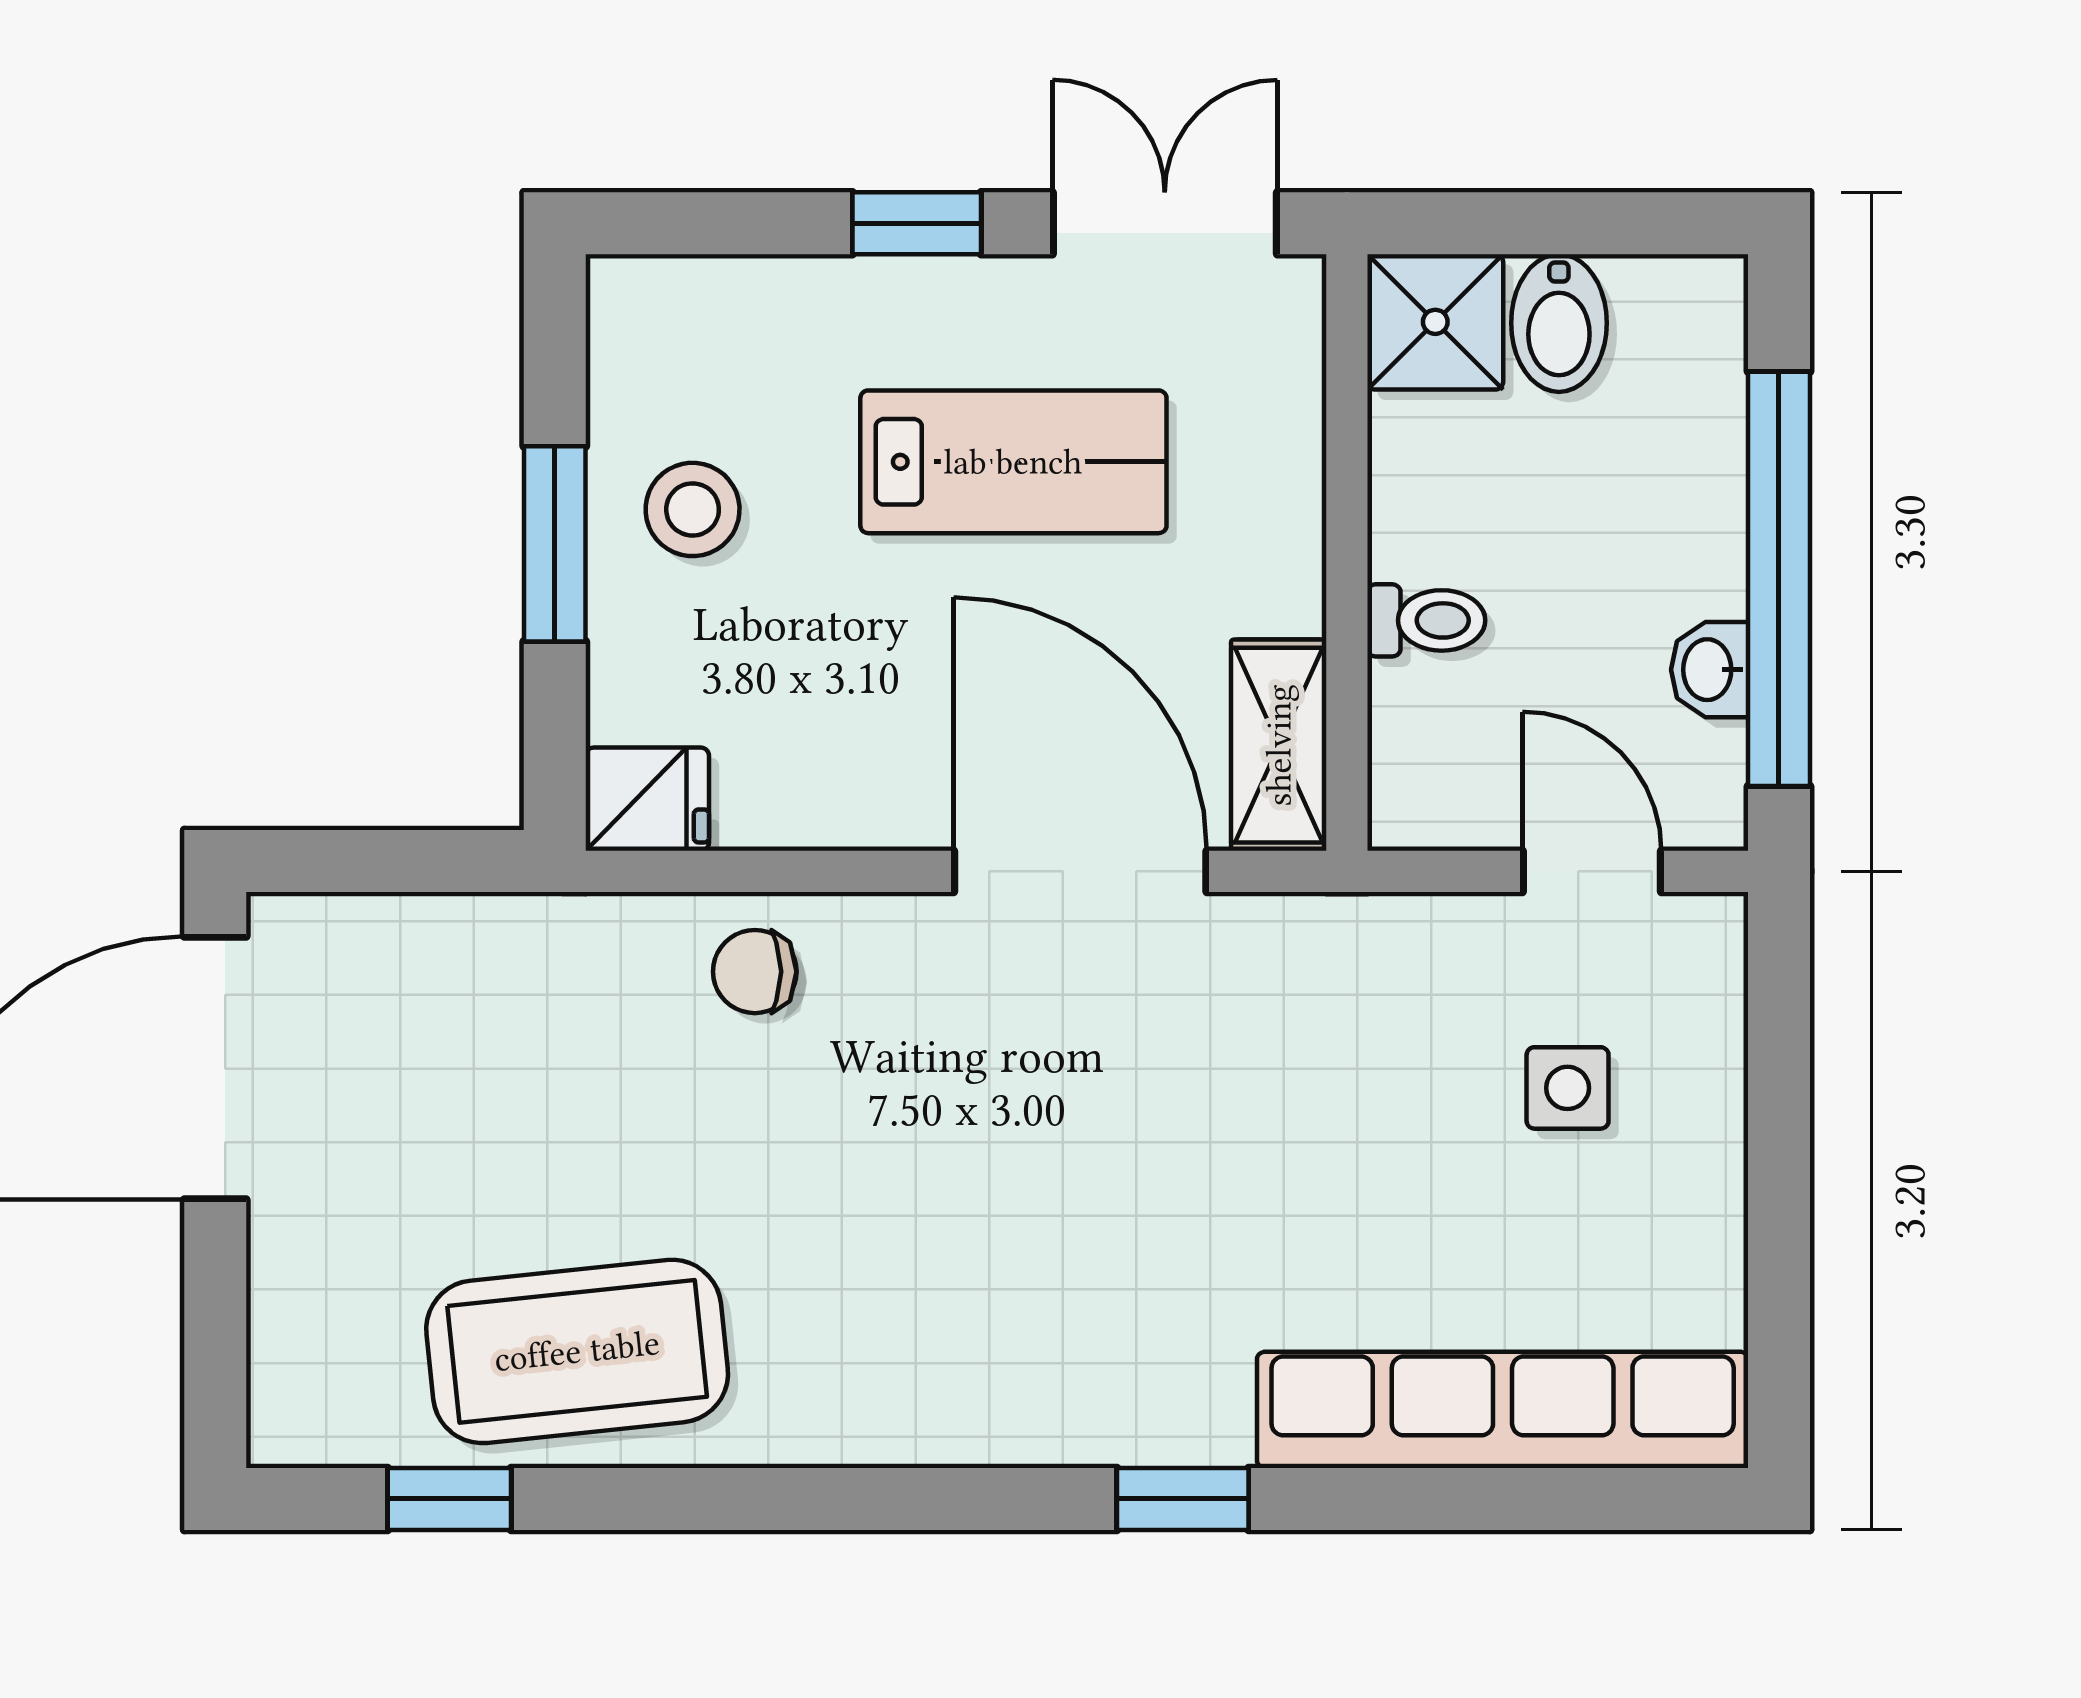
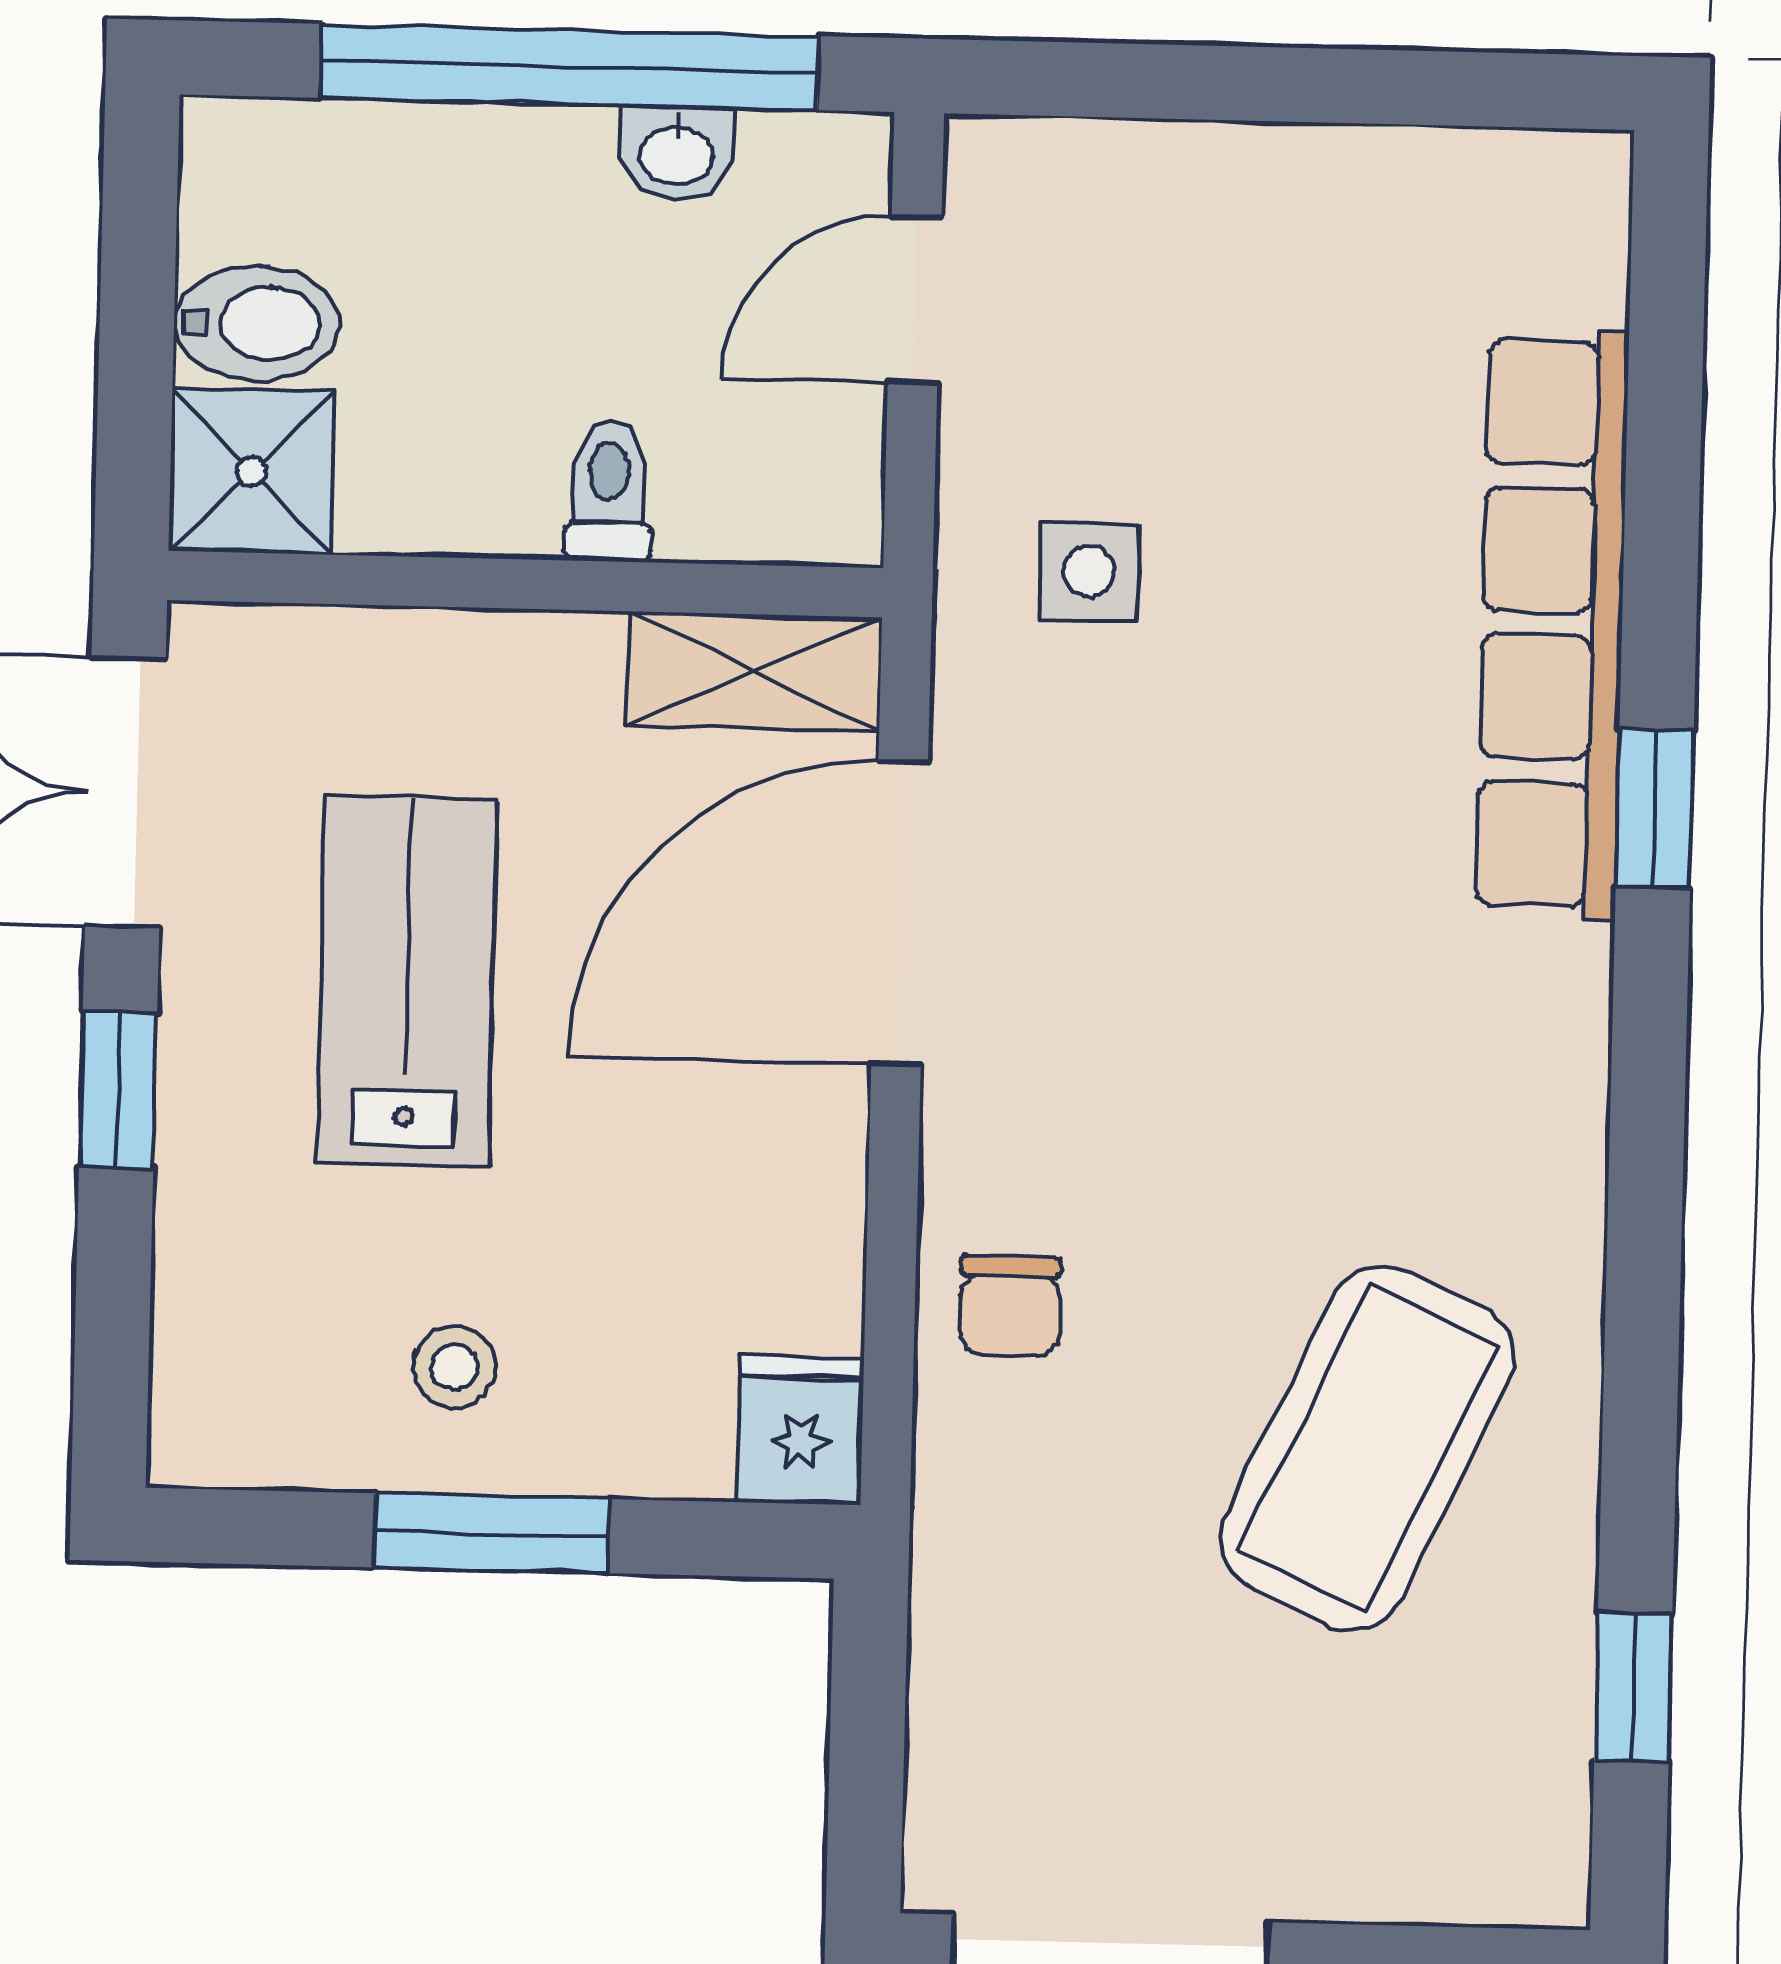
stool: (693, 509) -> (455, 1367), width x0.73, depth x0.73
side table: (1568, 1088) -> (1089, 571), moved
coffee table: (577, 1351) -> (1367, 1448), moved, turned 31
row of seats: (1503, 1410) -> (1552, 624), moved

